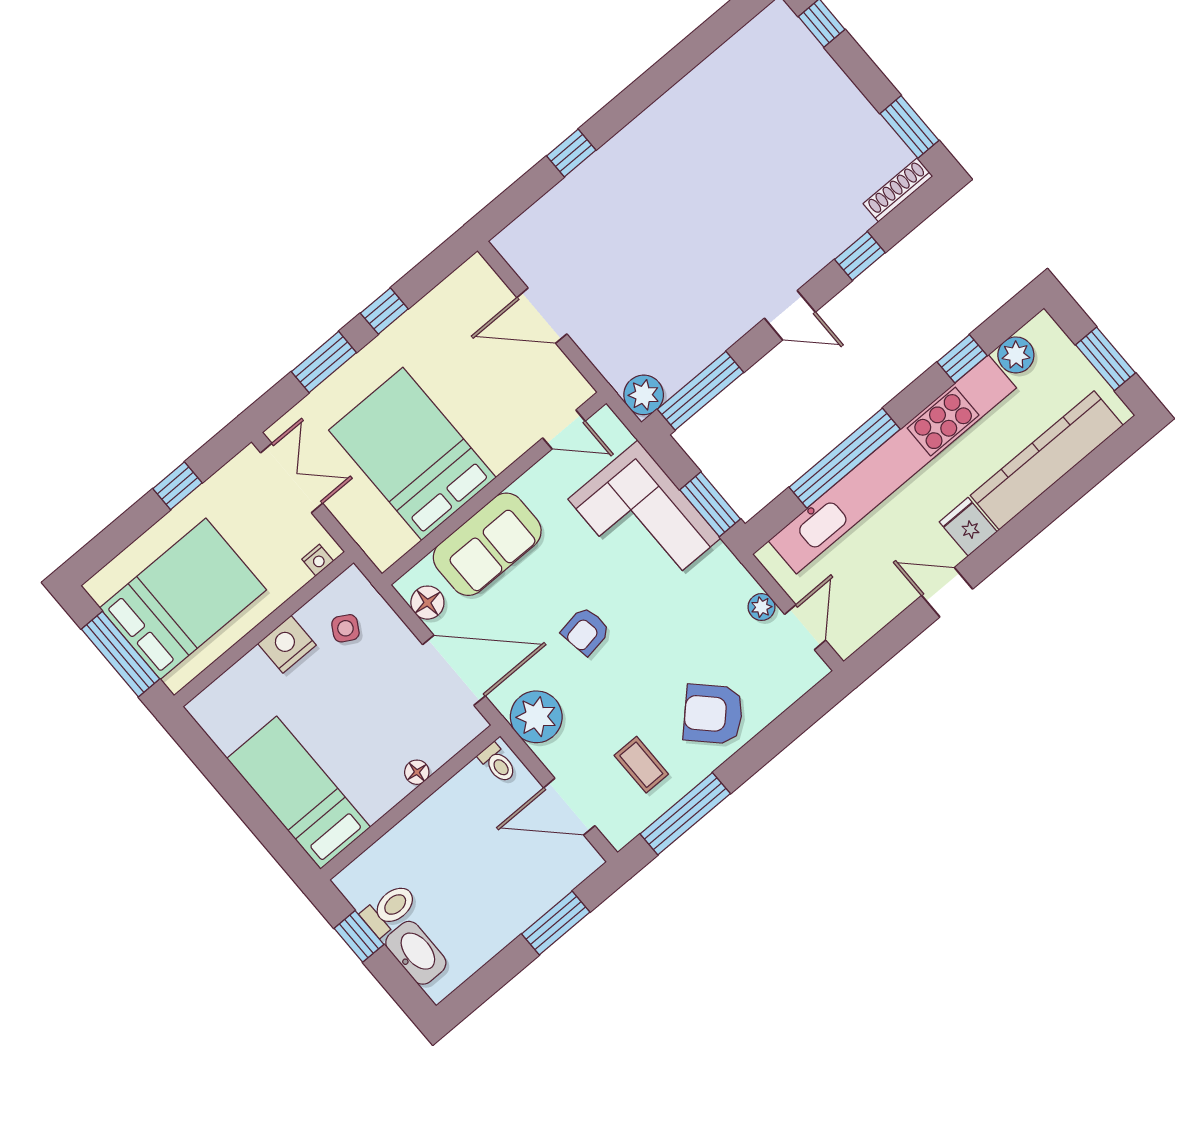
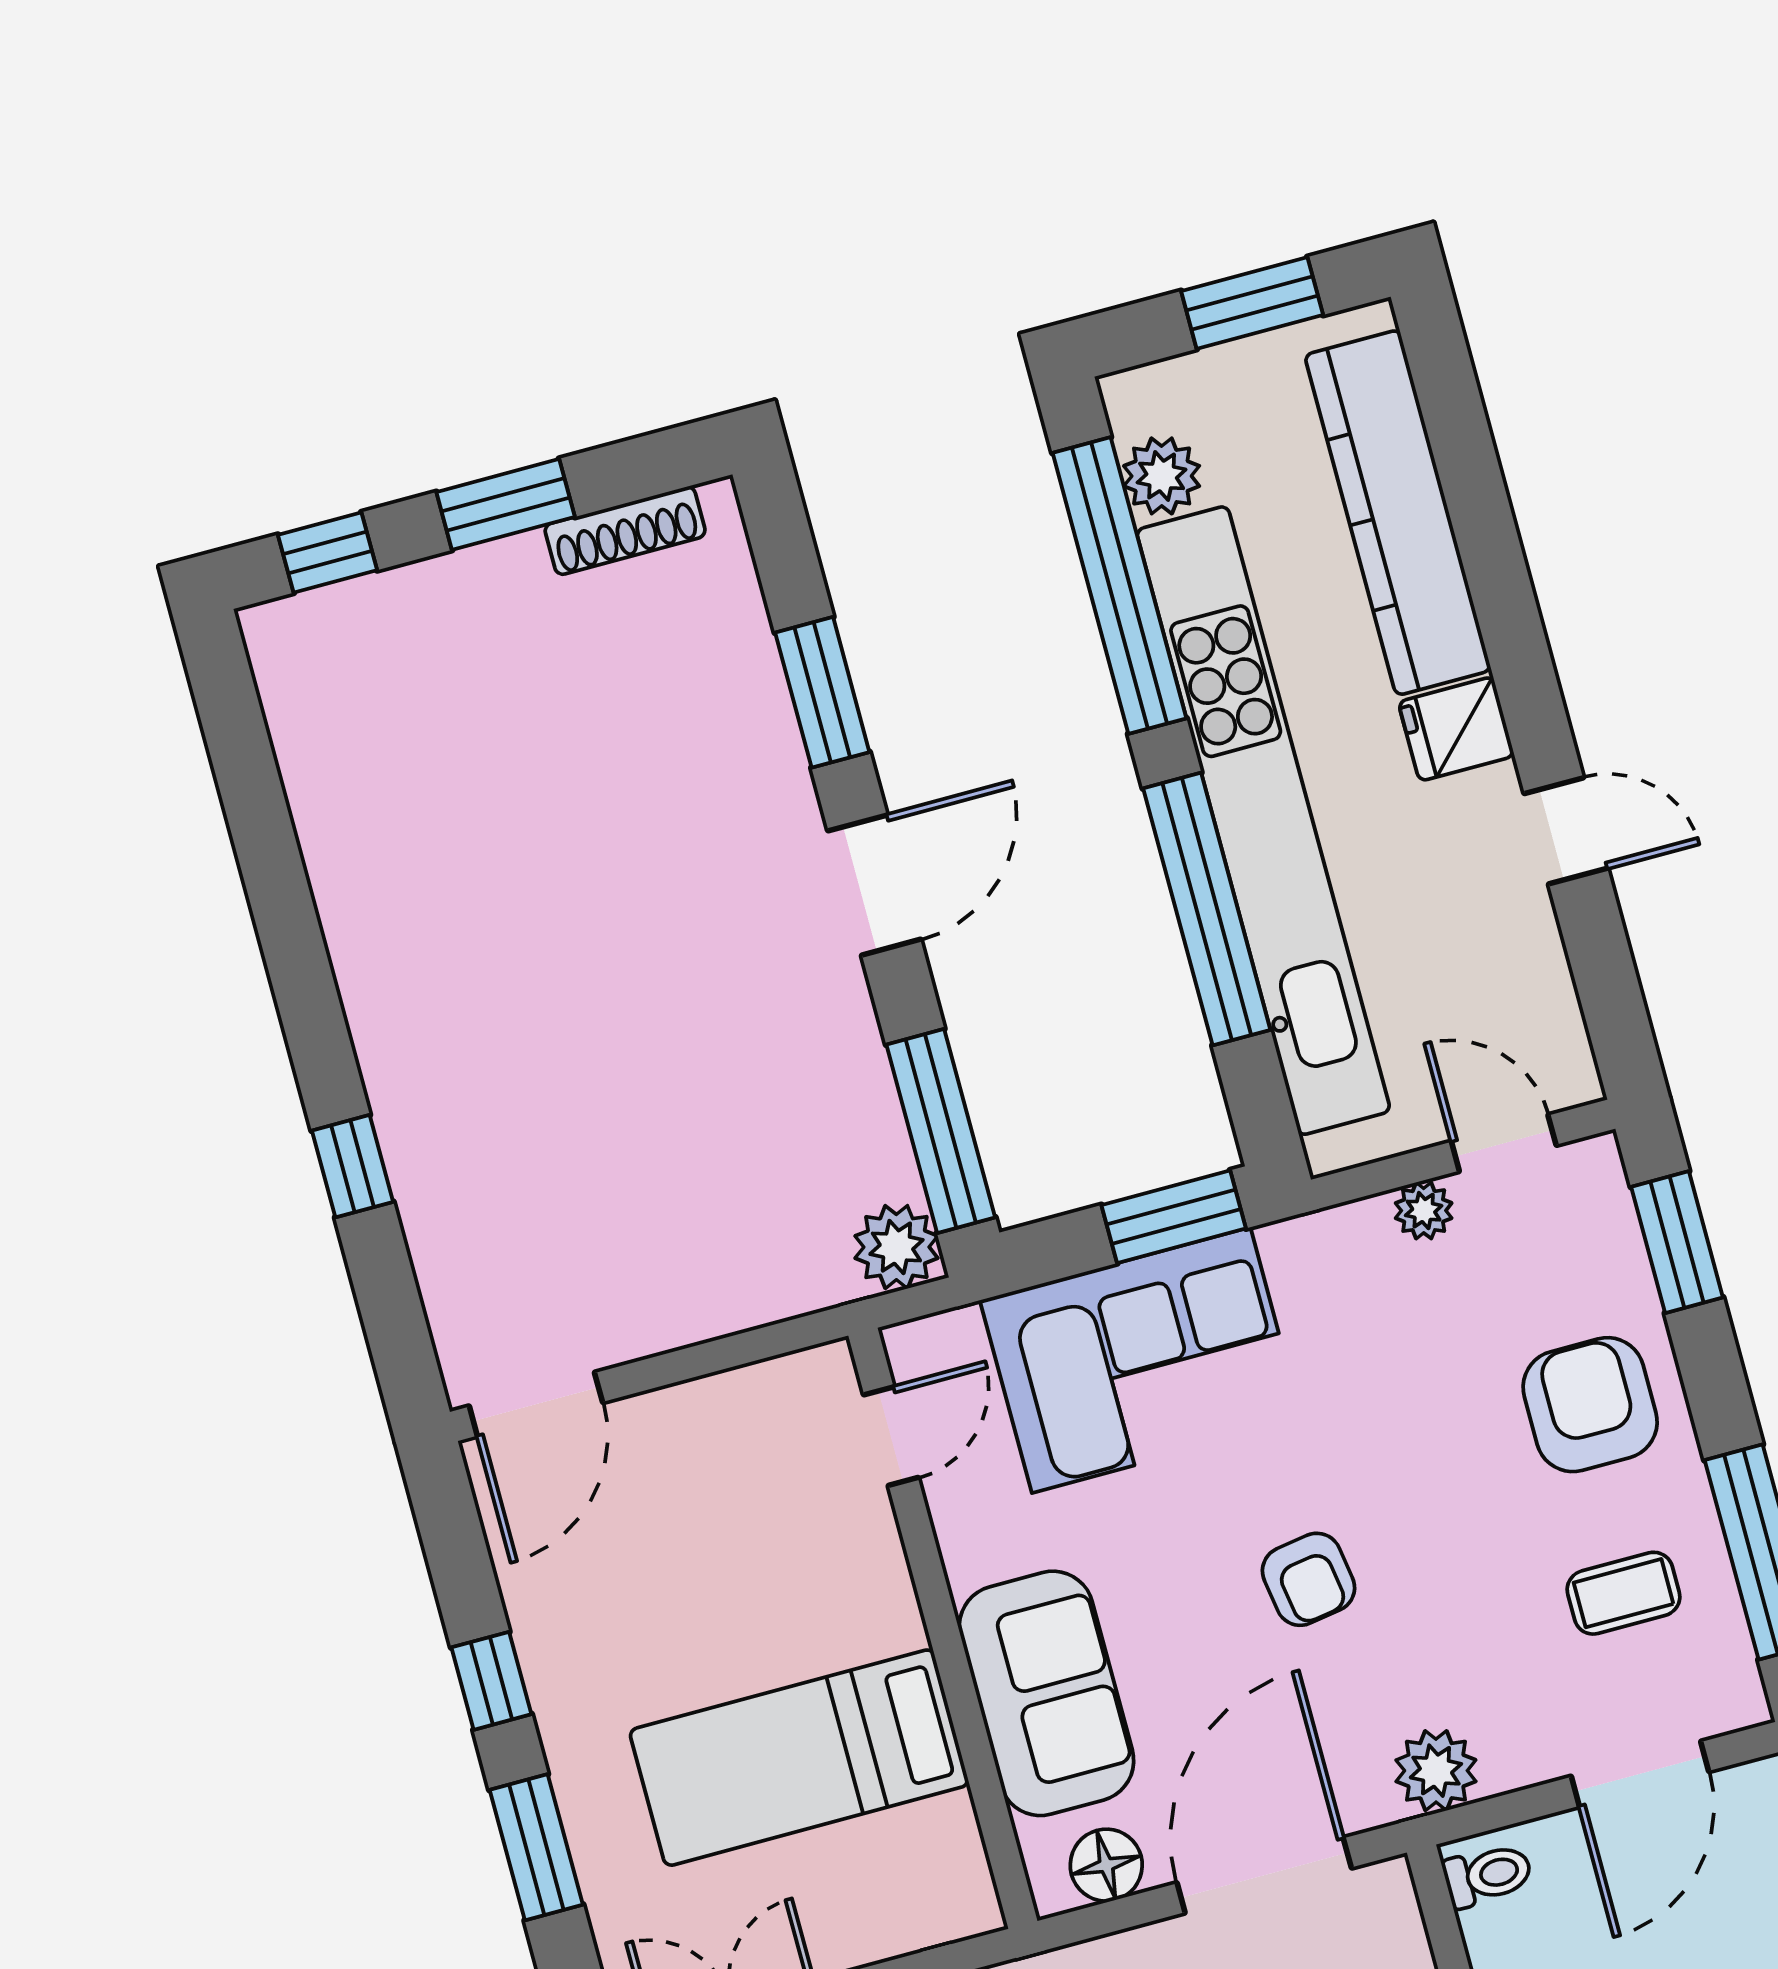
window: (909, 127) -> (506, 504), moved
shoe rack: (898, 190) -> (625, 531), moved, turned -90
window: (860, 256) -> (822, 692), width x1.50
door: (790, 315) -> (874, 885), width x1.38
door: (542, 316) -> (536, 1404), moved
window: (962, 359) -> (1120, 586), width x3.17
bed: (412, 454) -> (799, 1758), width x0.67
door: (947, 592) -> (1566, 831), swing flipped
armchair: (713, 714) -> (1590, 1405), turned 135
plant: (536, 717) -> (1436, 1771), width x0.73, depth x0.73
window: (798, 719) -> (1677, 1242), added

